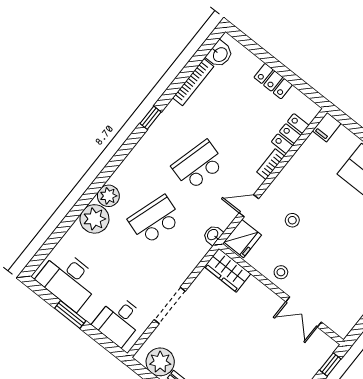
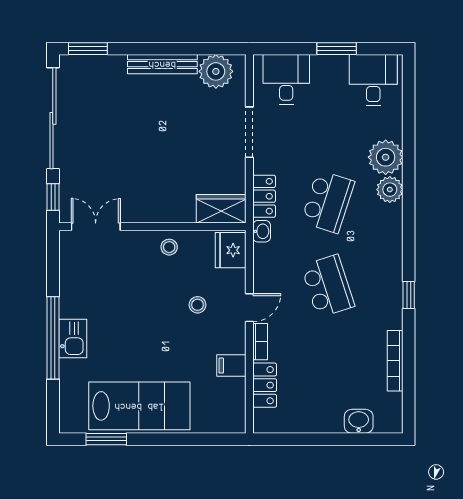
washbasin: (220, 54) -> (359, 421), moved, turned 90
locker: (273, 81) -> (264, 196), moved, turned 90
filing cabinet: (327, 127) -> (231, 366), moved, turned -90
school desk: (198, 165) -> (328, 286), turned -33
door: (249, 206) -> (249, 308), moved
desk: (68, 280) -> (373, 80), width x0.73
double door: (304, 312) -> (96, 227), moved

